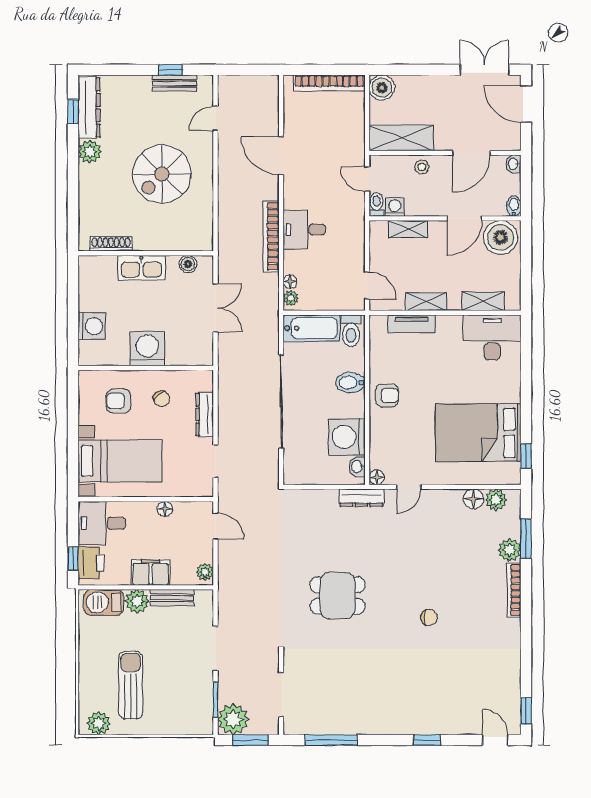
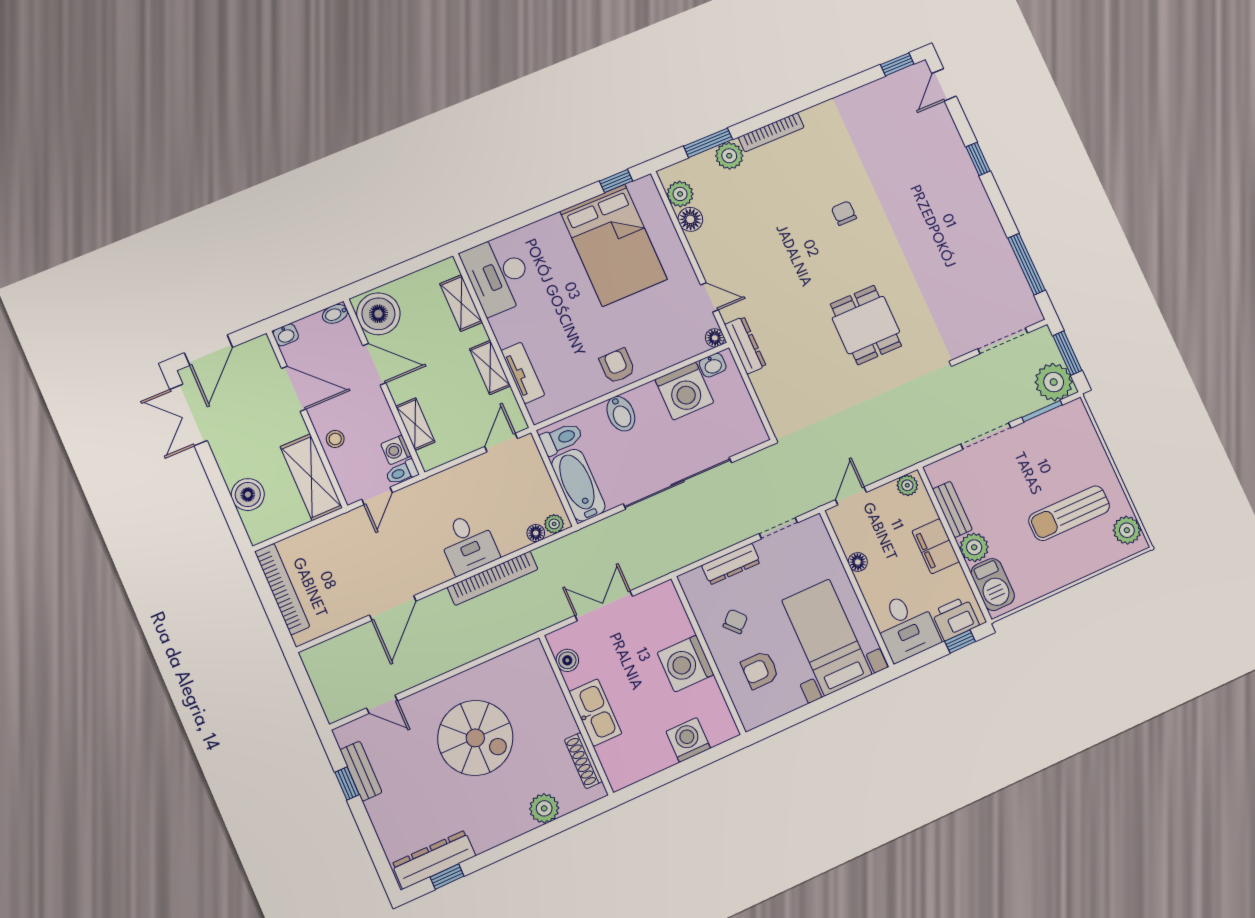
boiler: (382, 88) -> (248, 495), moved
plant: (90, 152) -> (544, 808), moved
armchair: (119, 401) -> (760, 670), turned 90

